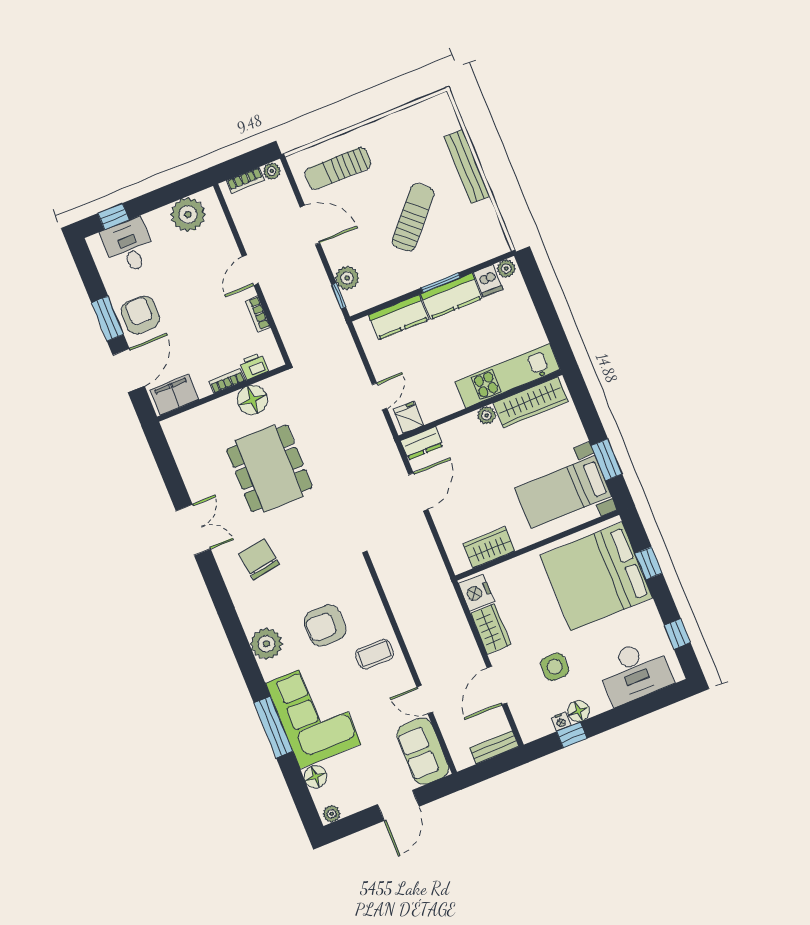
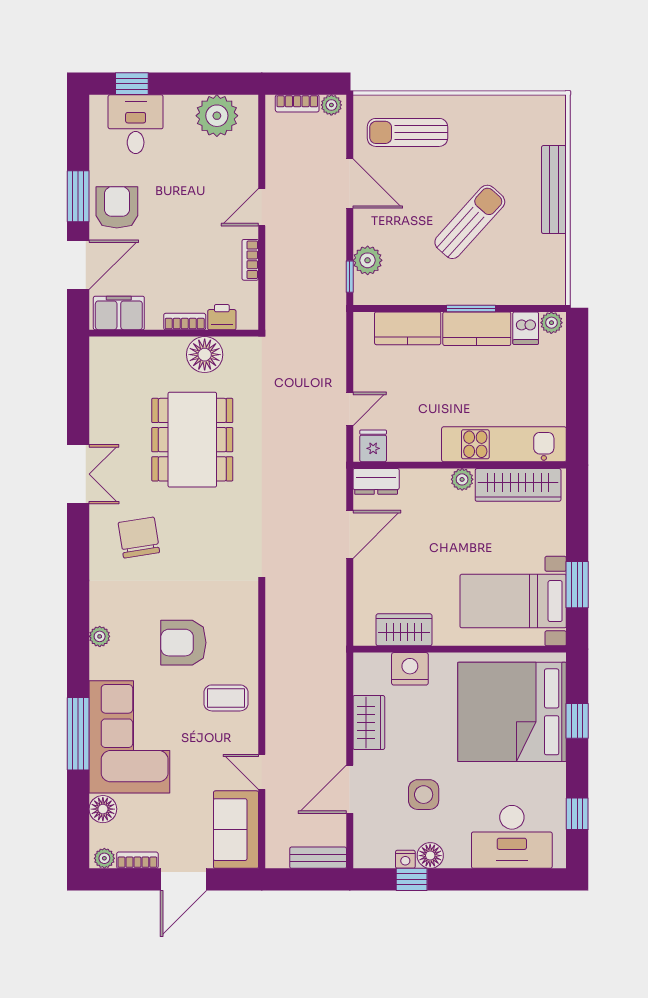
nightstand: (476, 593) -> (410, 669), moved, turned 90
plant: (266, 644) -> (100, 636), width x0.53, depth x0.53
bookcase: (357, 805) -> (137, 860), added

